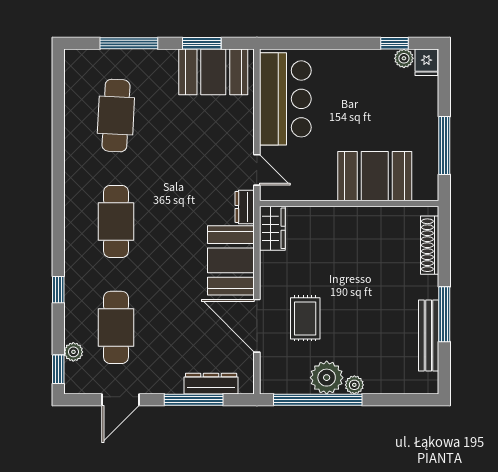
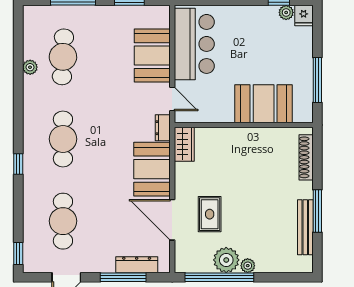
booth: (213, 72) -> (152, 56), moved, turned 90
window: (58, 290) -> (18, 164), moved
plant: (73, 352) -> (30, 67), moved

